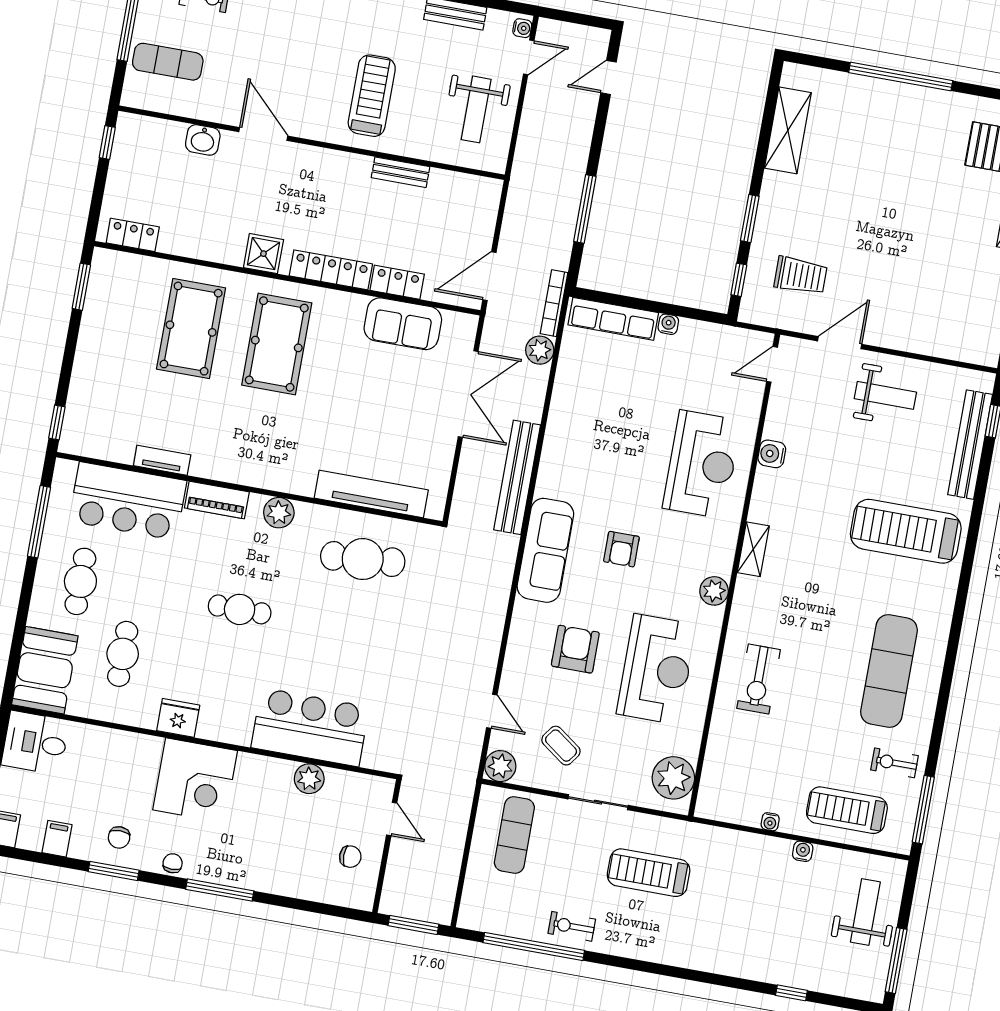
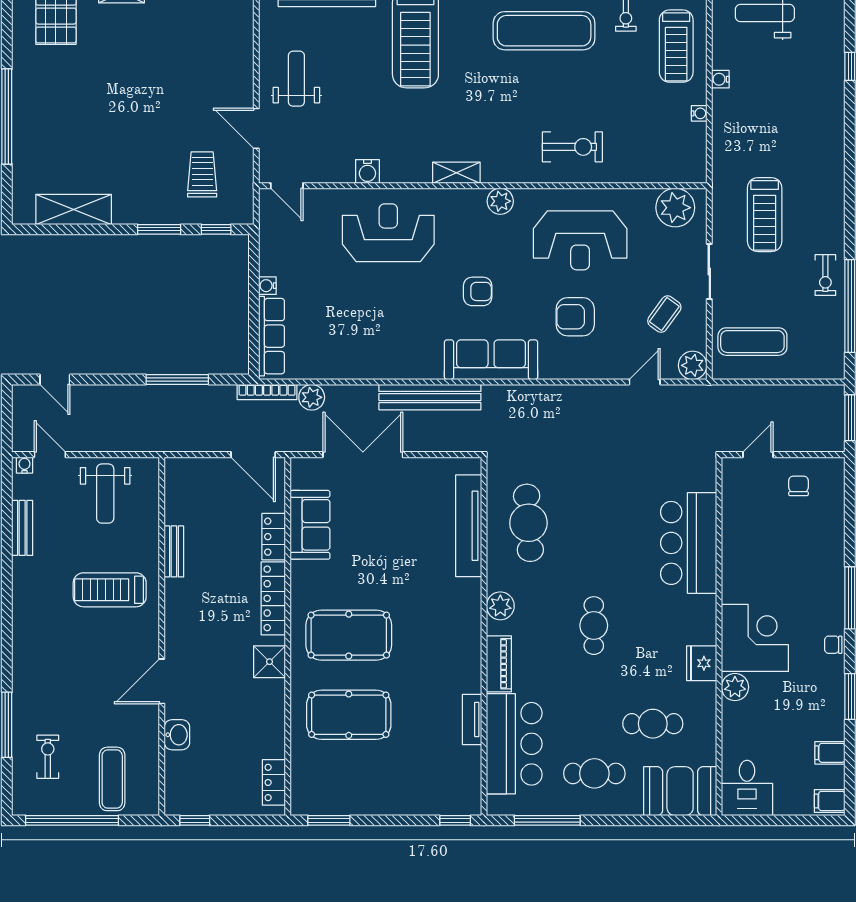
weight bench: (476, 109) -> (105, 494), turned 90
reception desk: (657, 669) -> (580, 240), turned 180
plant: (309, 779) -> (735, 687), moved
chair: (119, 837) -> (819, 697), removed

